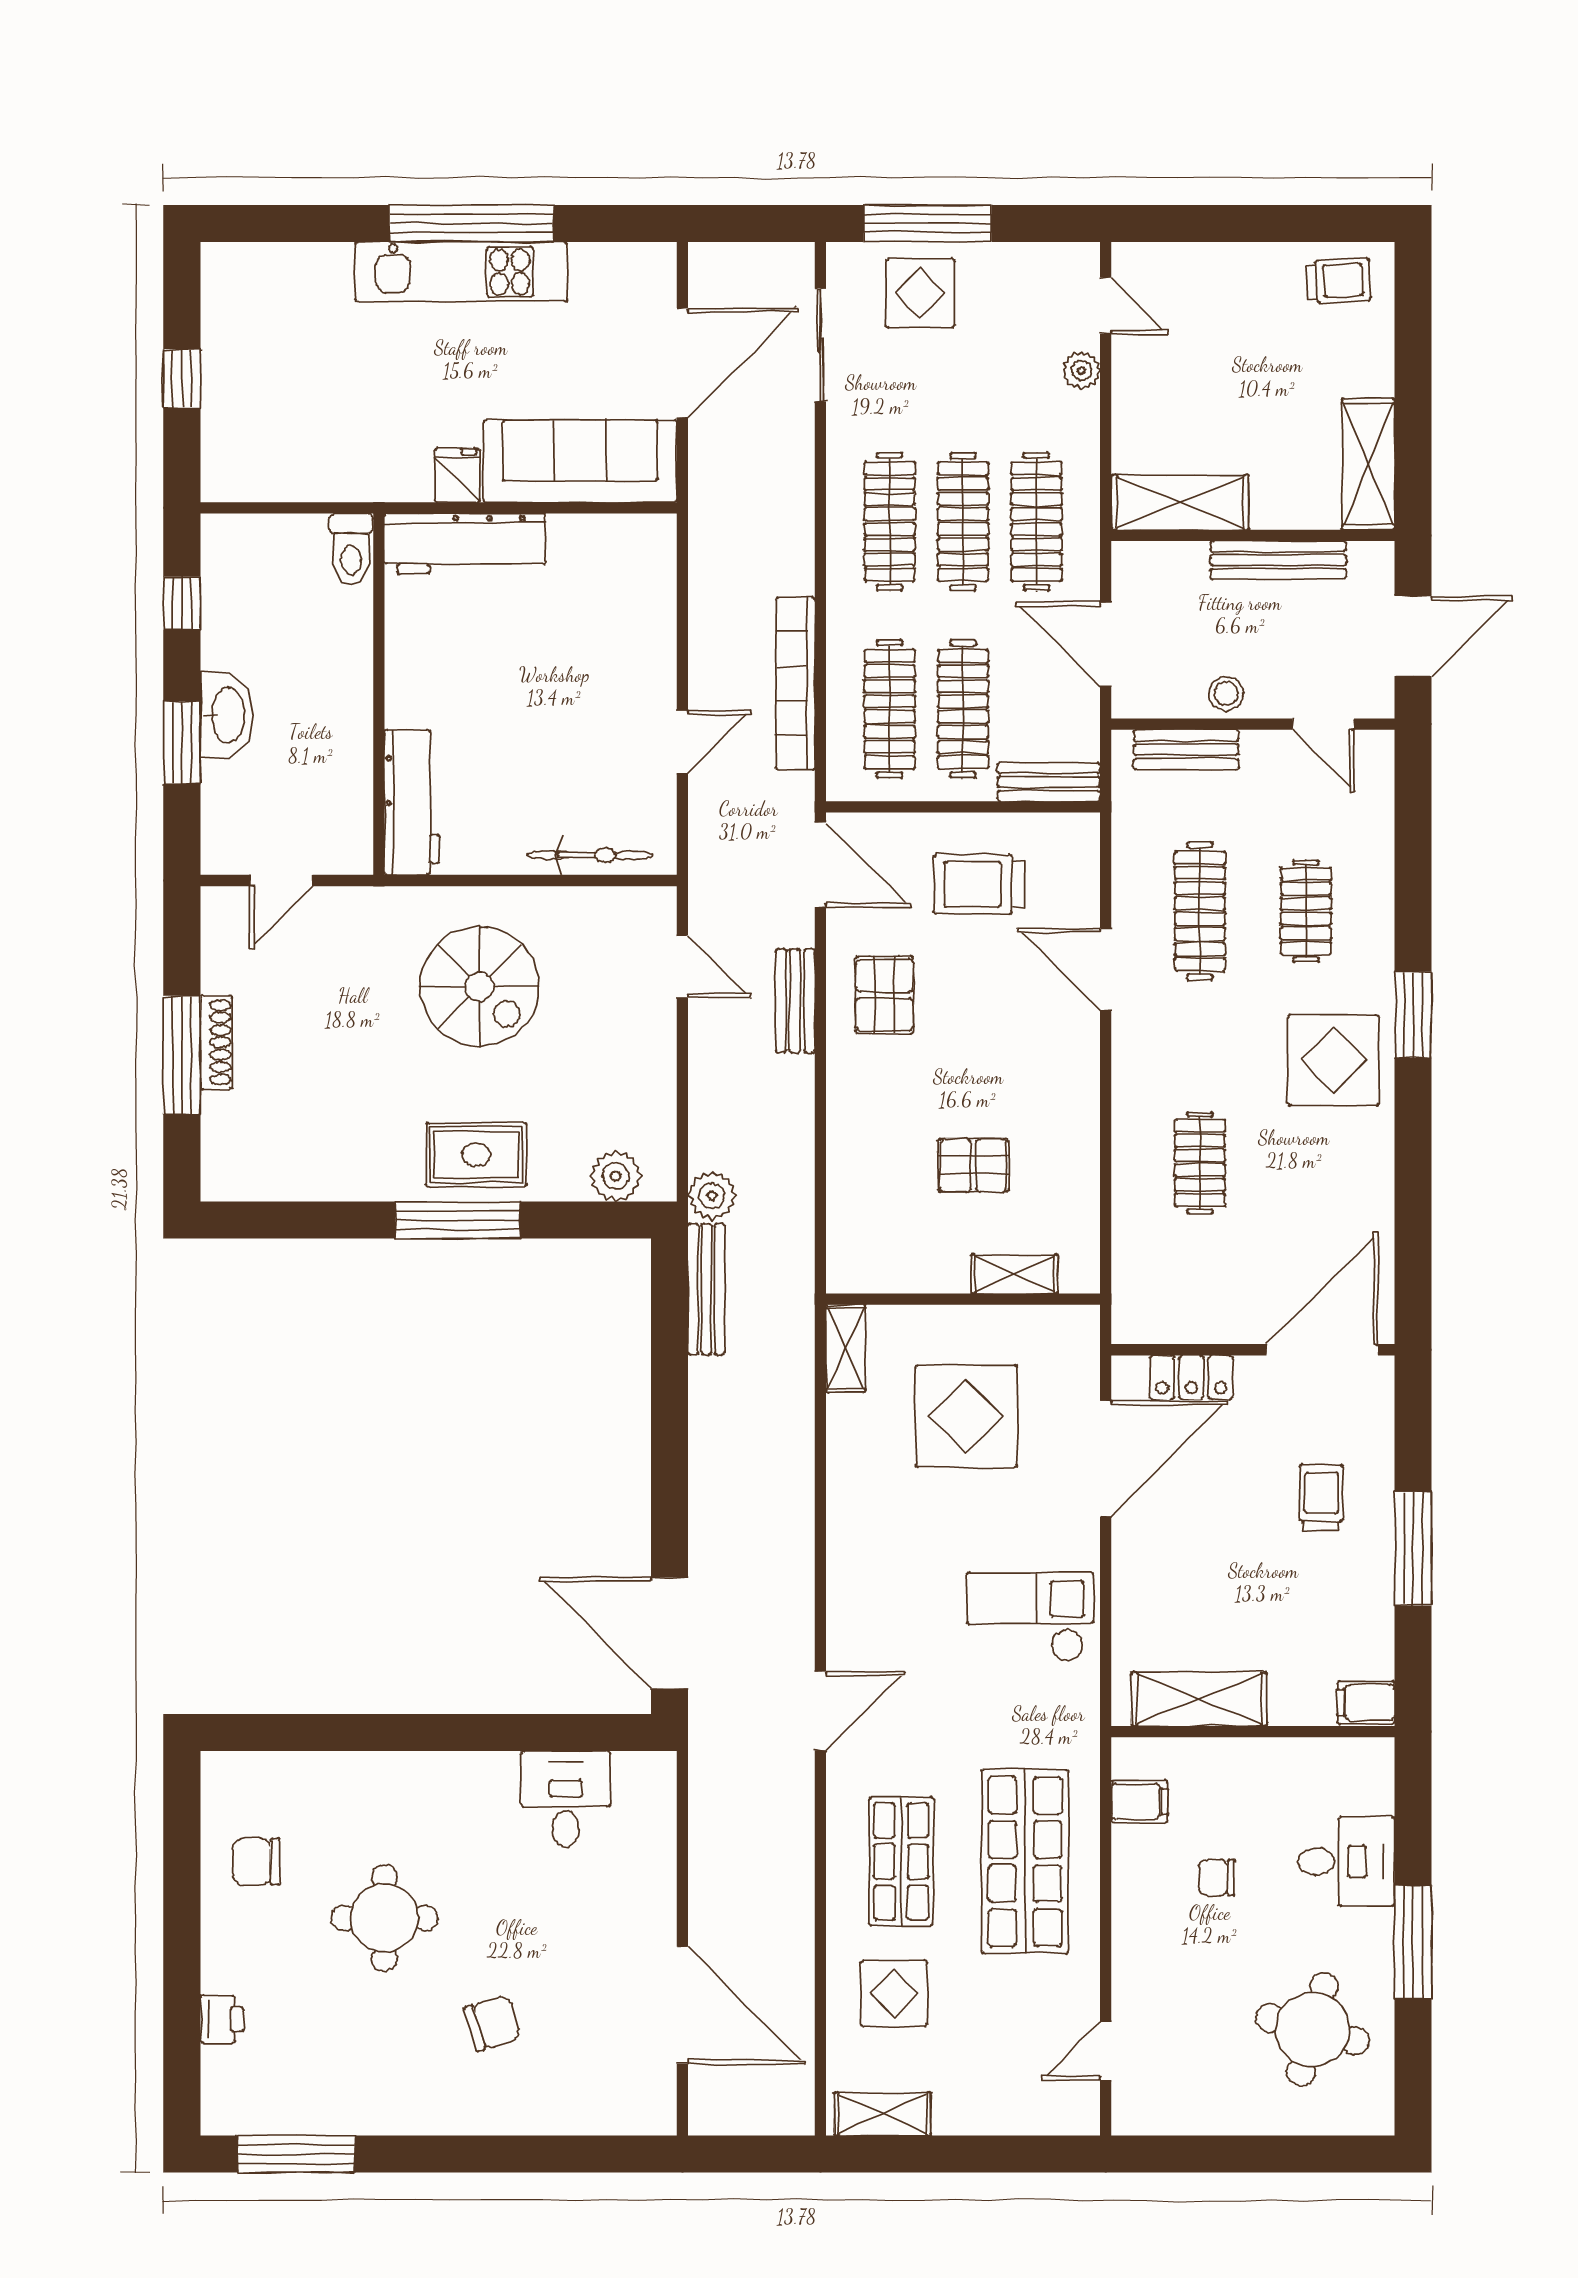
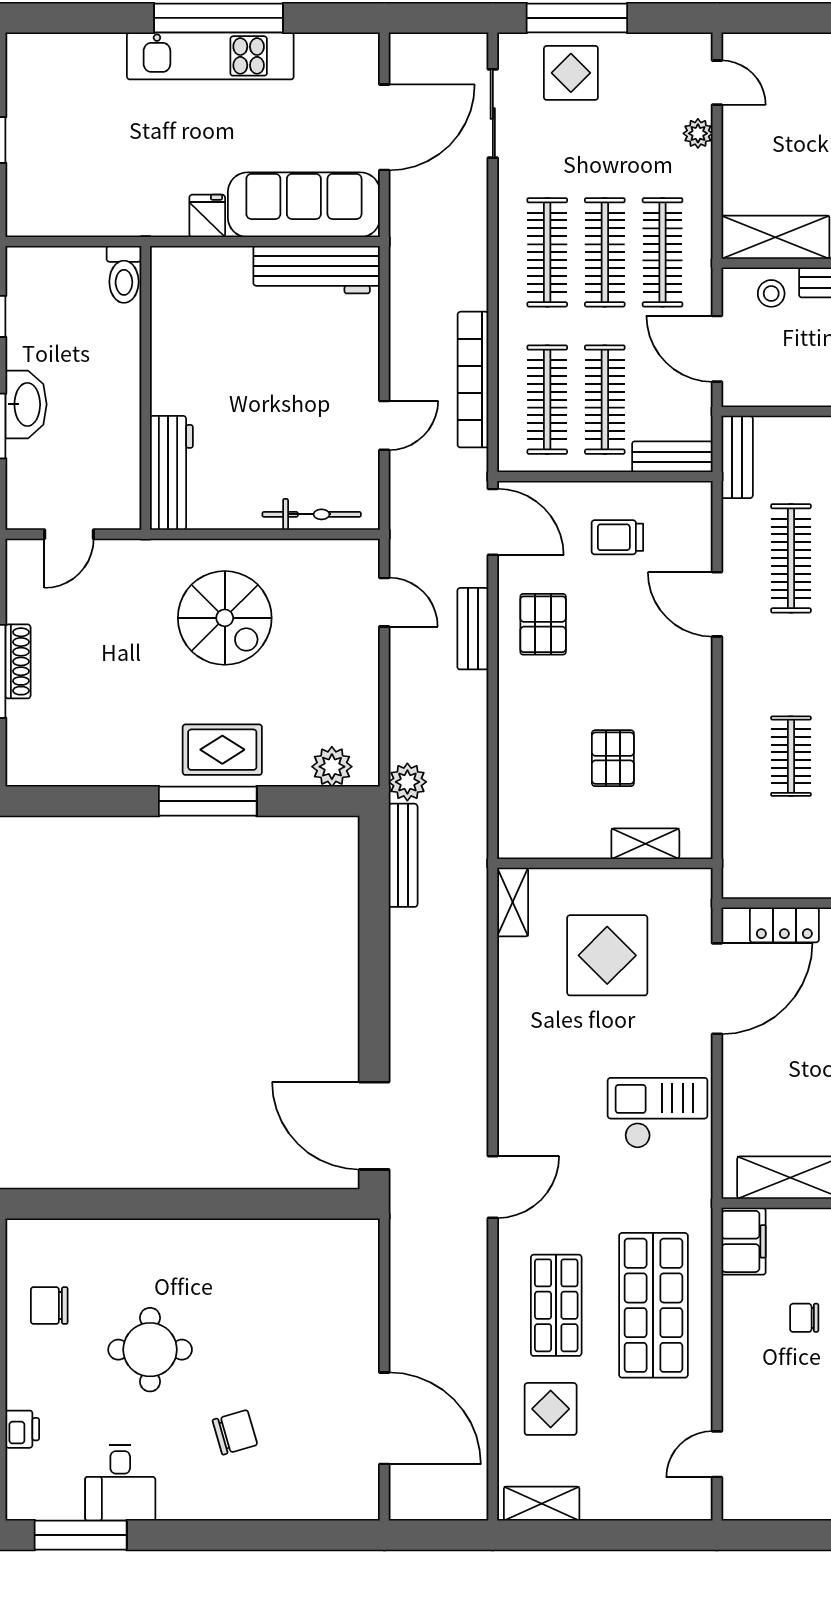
workbench: (465, 544) -> (317, 270), moved
stool: (1226, 694) -> (771, 293), moved
bench: (1186, 750) -> (737, 457), moved, turned 90
trolley: (979, 884) -> (617, 537), width x0.73, depth x0.72
pallet: (973, 1165) -> (613, 758), turned 90
desk: (566, 1799) -> (120, 1483), moved, turned 180
filing cabinet: (1139, 1801) -> (743, 1241), width x2.00

